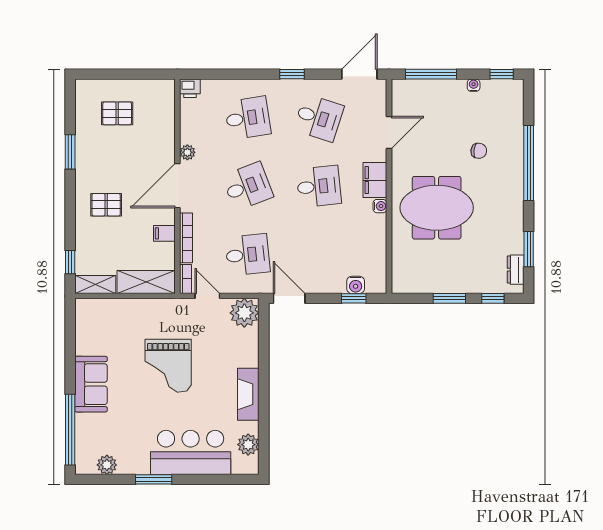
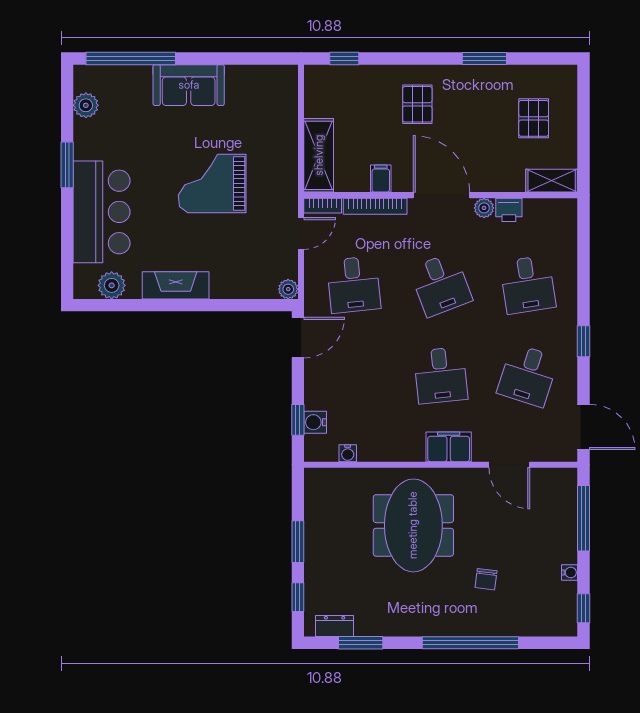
printer: (190, 88) -> (509, 210), moved, turned -90
water cooler: (380, 206) -> (348, 453), moved
shelving: (95, 285) -> (552, 181), moved, turned 90
plant: (244, 313) -> (288, 289), width x0.53, depth x0.53

